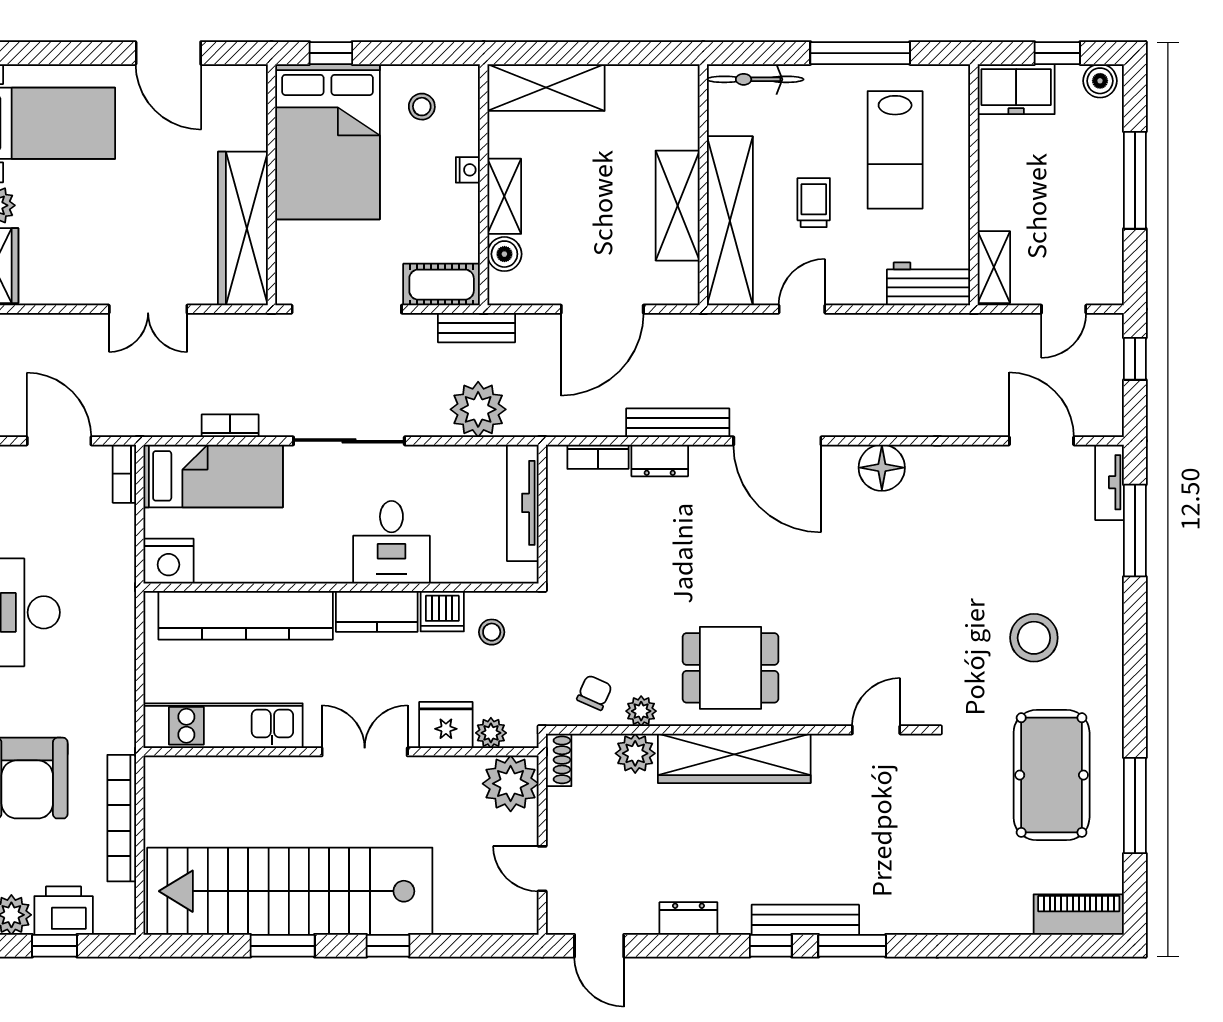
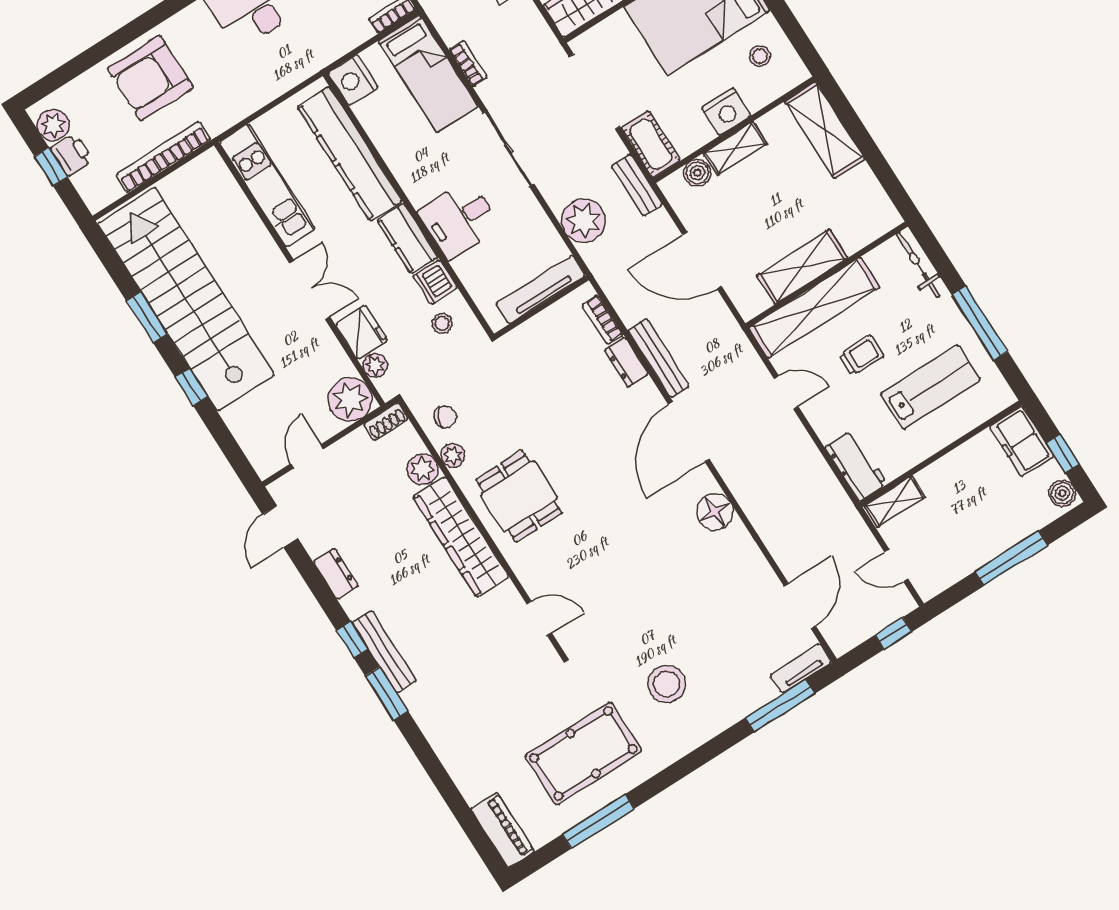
lab bench: (895, 150) -> (930, 387), turned 180
nightstand: (468, 170) -> (726, 112), width x1.89, depth x1.79
printer: (64, 911) -> (72, 155), width x0.73, depth x0.81

